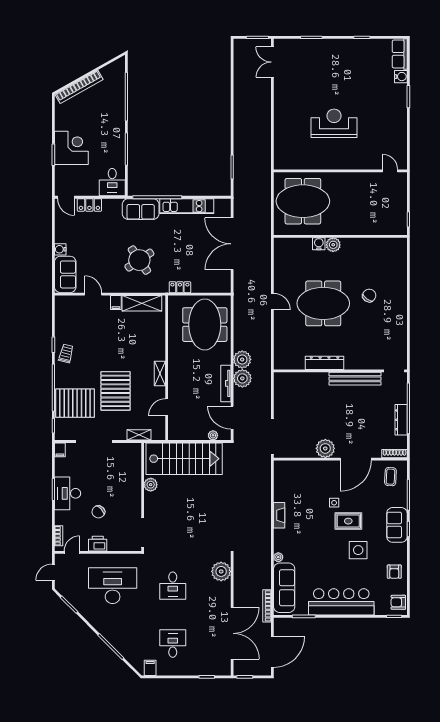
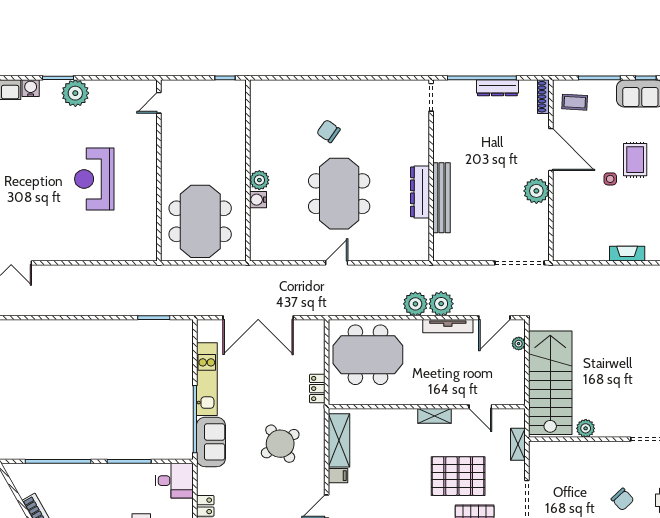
plant: (397, 109) -> (75, 93), added
bench: (355, 379) -> (441, 198), moved

